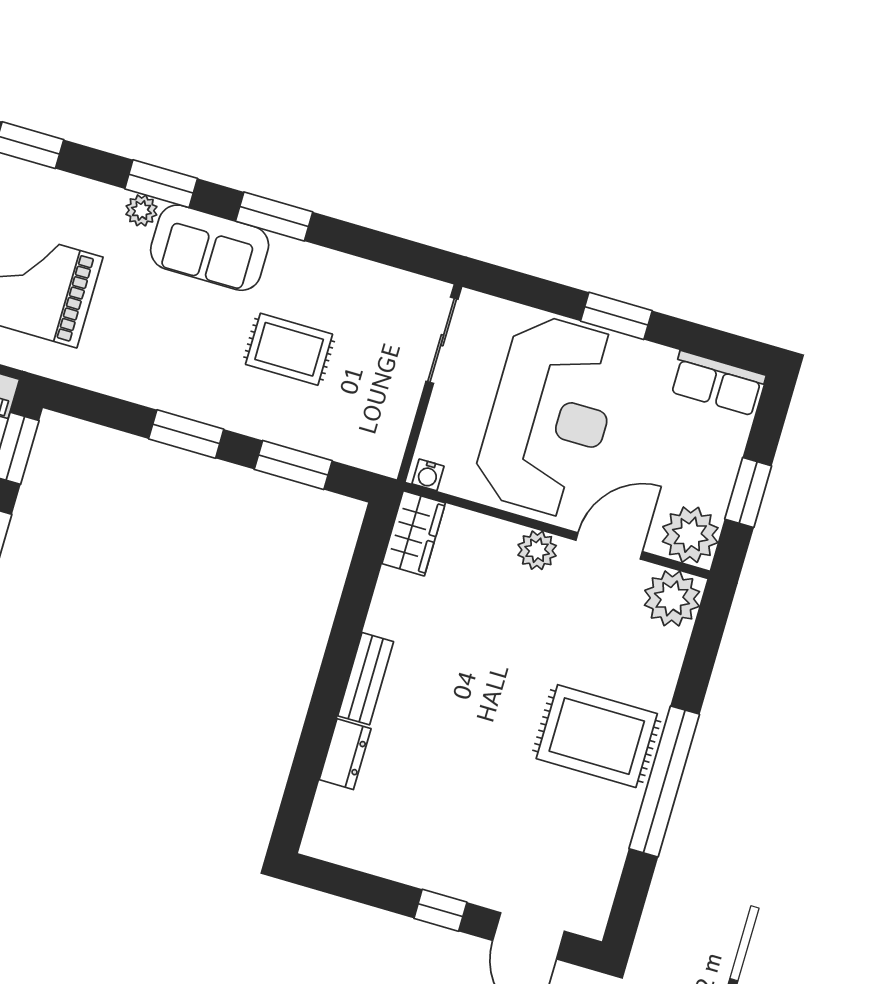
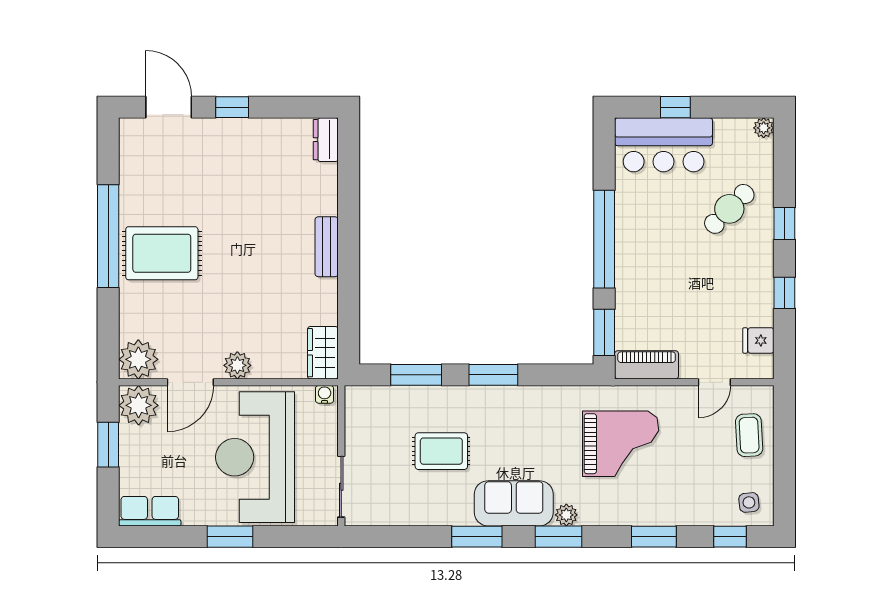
dresser: (345, 754) -> (326, 140), moved

